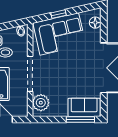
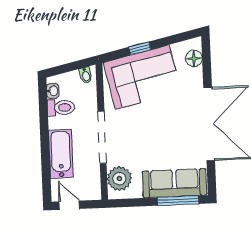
sofa: (84, 107) -> (174, 183), width x1.36

